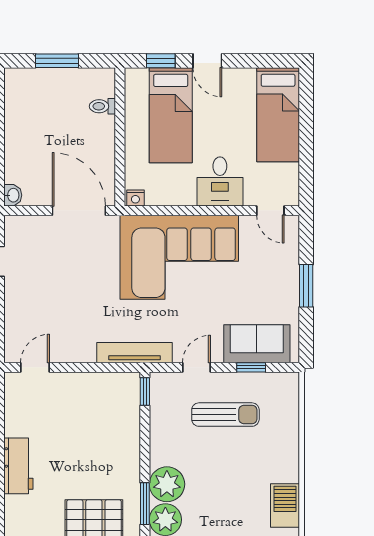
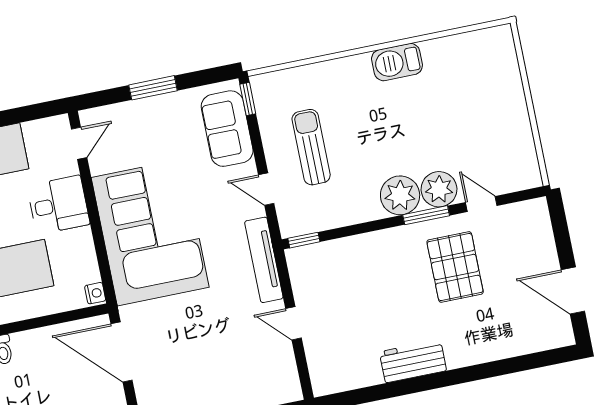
door: (79, 211) -> (122, 352), hinge flipped
door: (35, 367) -> (294, 323), moved
window: (251, 367) -> (248, 99), moved

